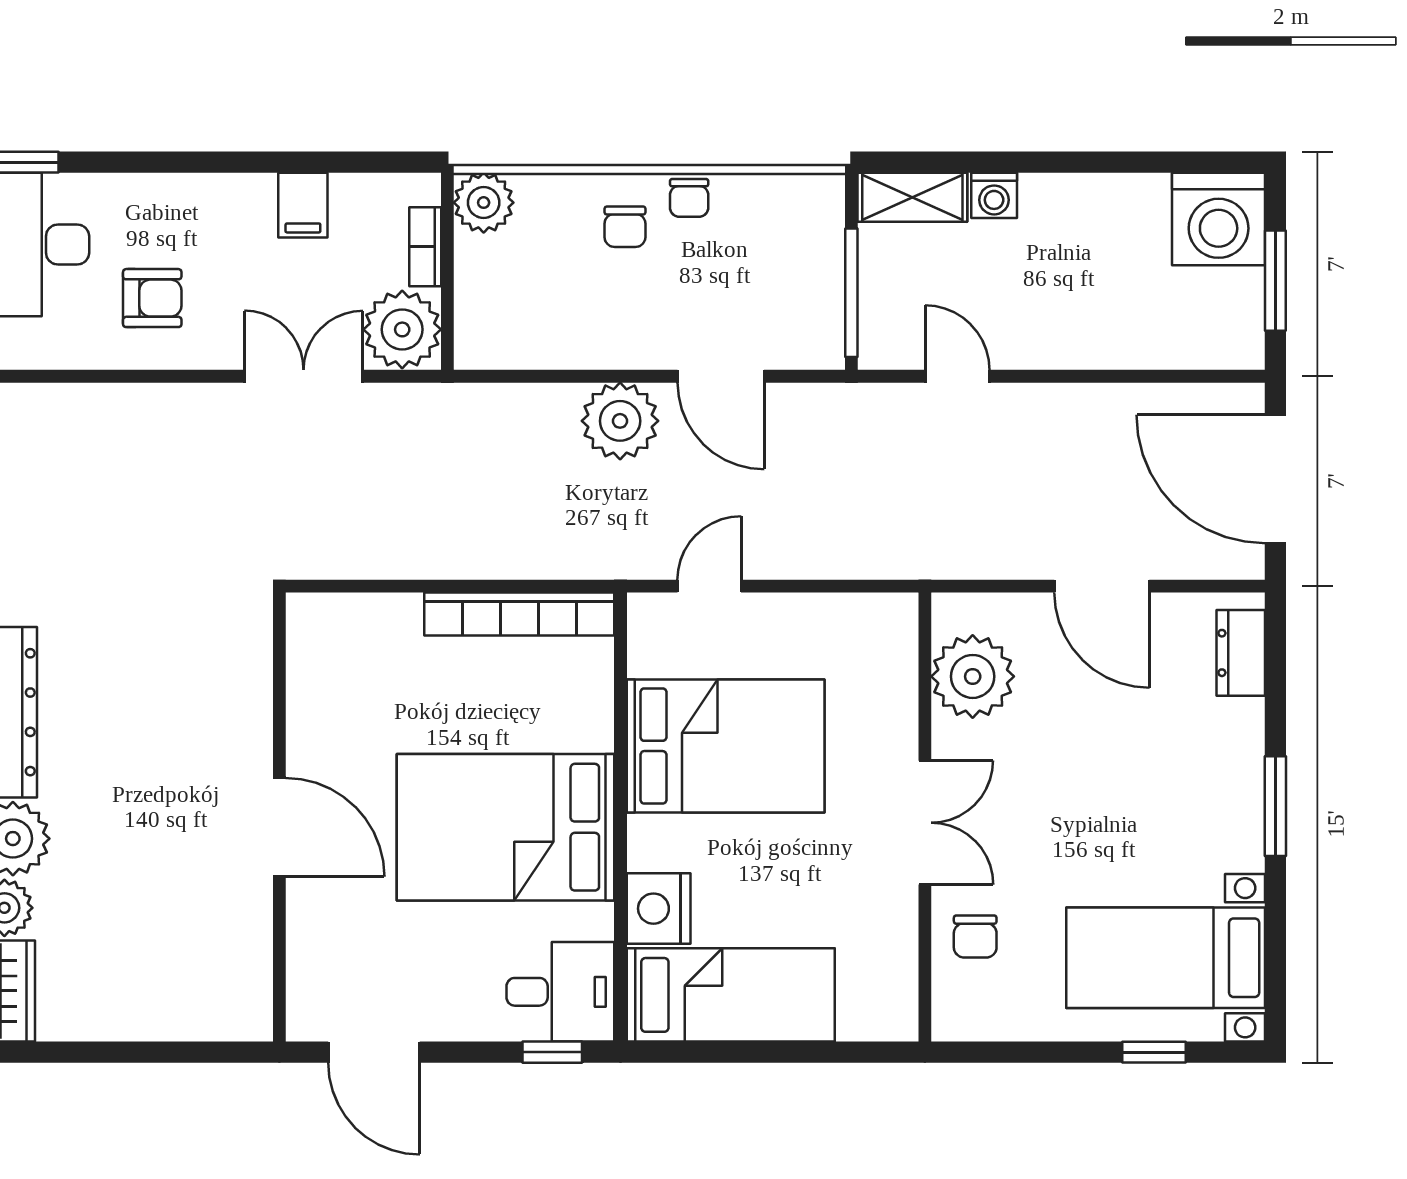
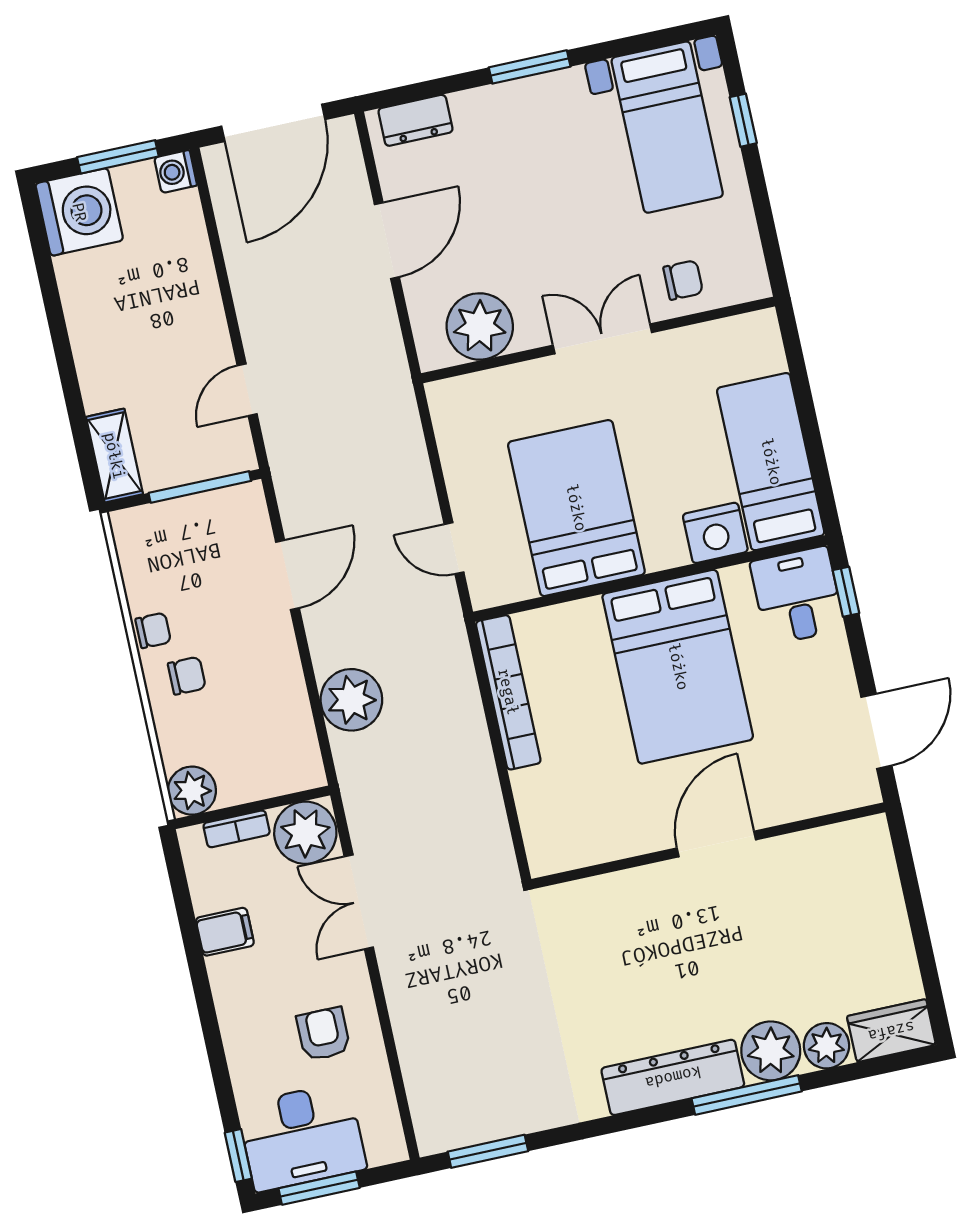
washing machine: (994, 195) -> (176, 171), moved, turned 180
plant: (620, 421) -> (351, 700), moved

